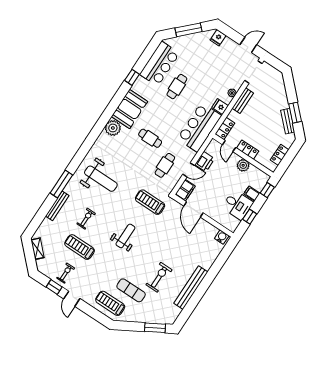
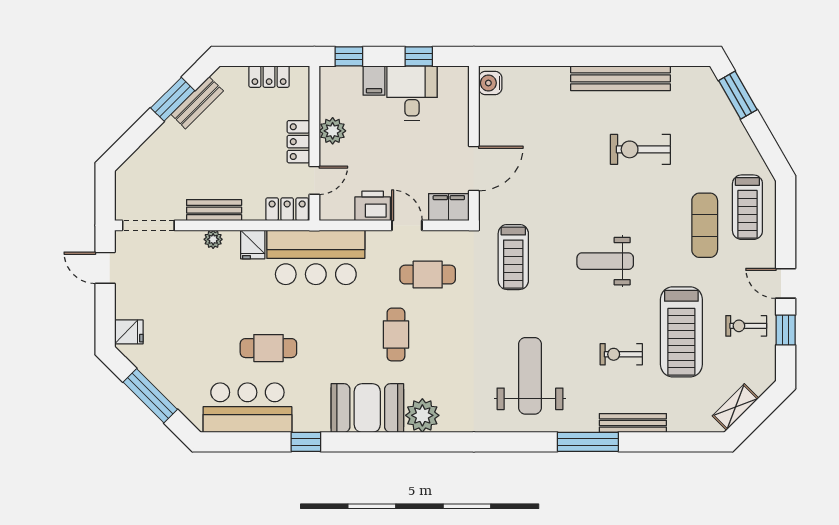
treadmill: (80, 247) -> (681, 332), width x1.37, depth x1.38
exercise mat: (131, 290) -> (705, 225), moved
door: (72, 299) -> (786, 283), swing flipped

